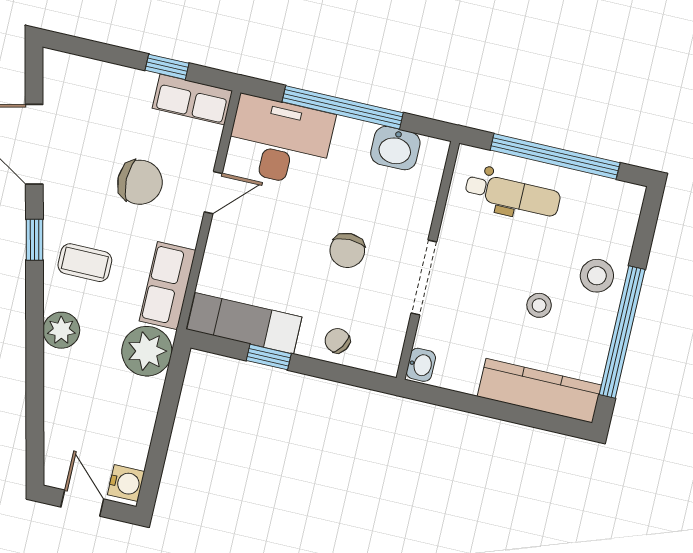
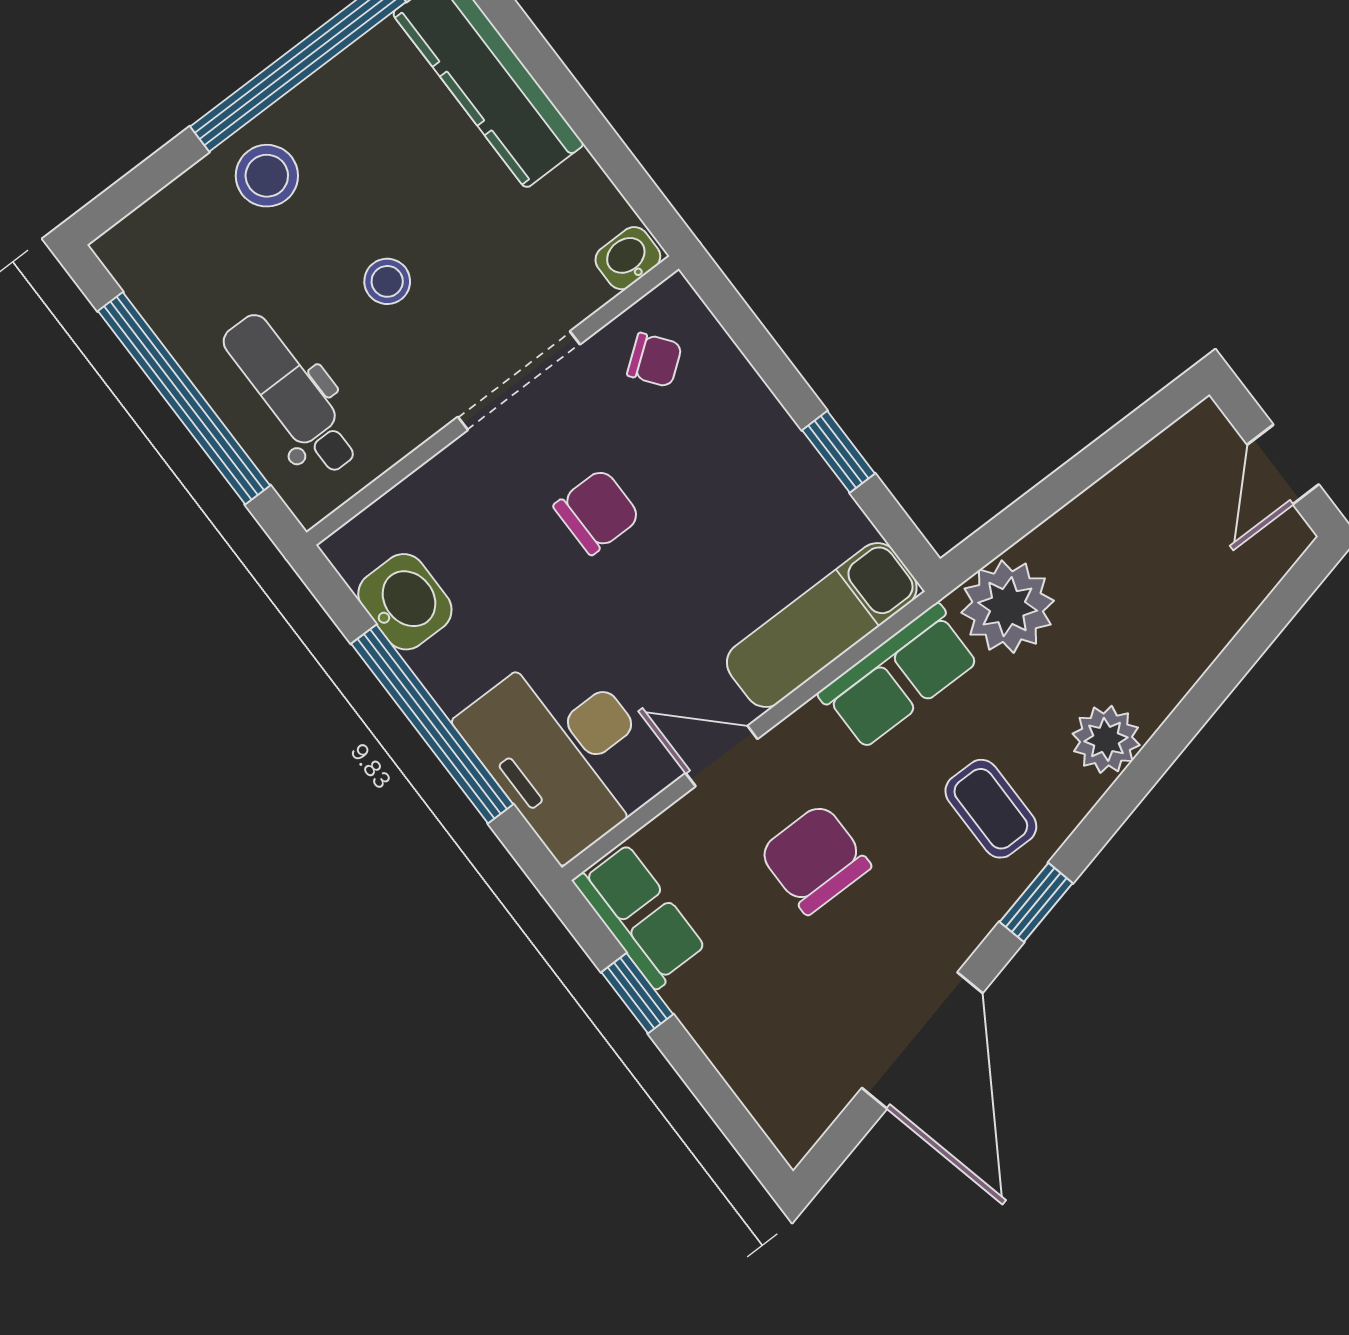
stool: (539, 305) -> (387, 281), moved
exam couch: (244, 323) -> (822, 625), moved, turned 90
chair: (337, 341) -> (655, 360), moved, turned -69
water cooler: (126, 483) -> (1196, 441), removed

